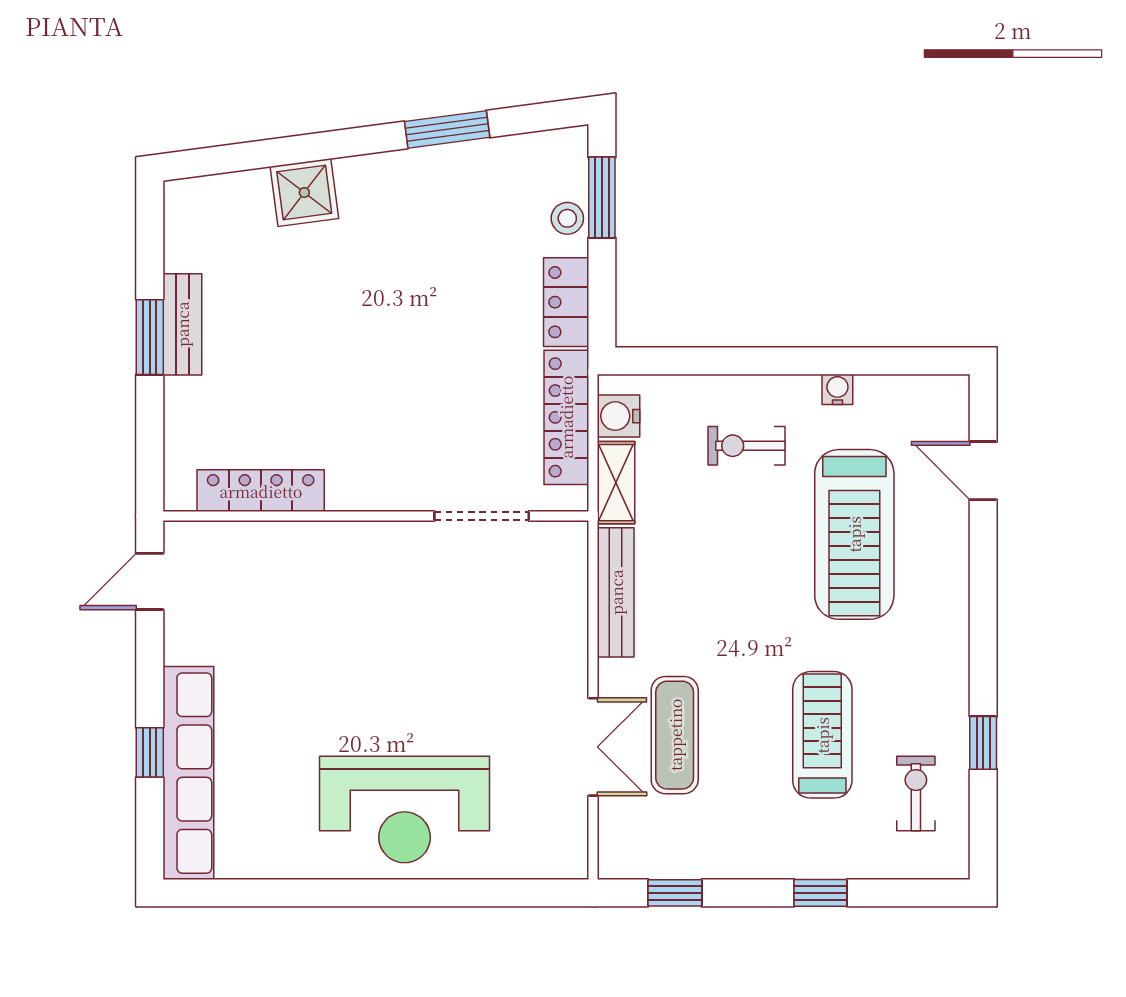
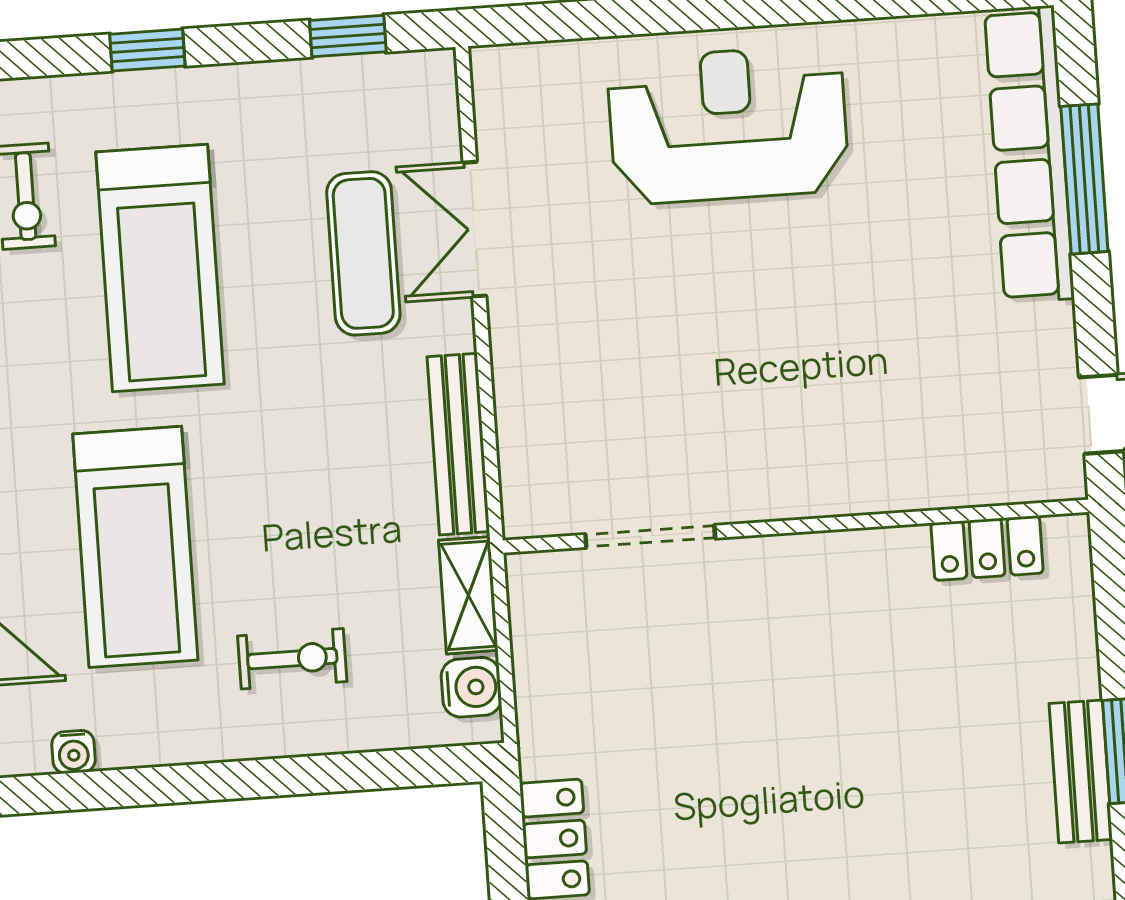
water cooler: (837, 389) -> (74, 752), moved
locker: (566, 417) -> (543, 680), removed
locker: (261, 491) -> (987, 548), width x0.66
treadmill: (854, 534) -> (135, 547), turned 180
treadmill: (822, 735) -> (160, 268), width x1.37, depth x1.38
window: (150, 752) -> (1084, 179), width x2.17

